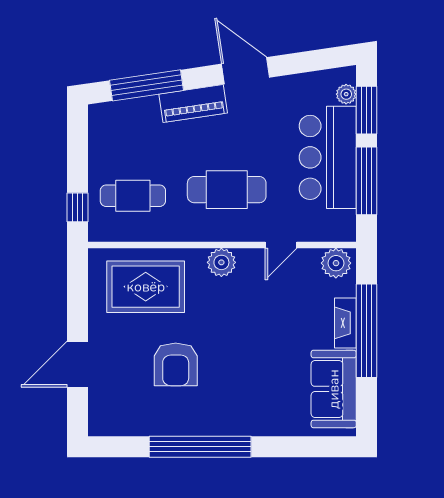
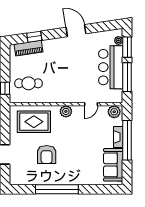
window: (146, 85) -> (34, 37), width x0.46
piano: (193, 104) -> (29, 48), moved
cafe table: (227, 190) -> (68, 81), removed

